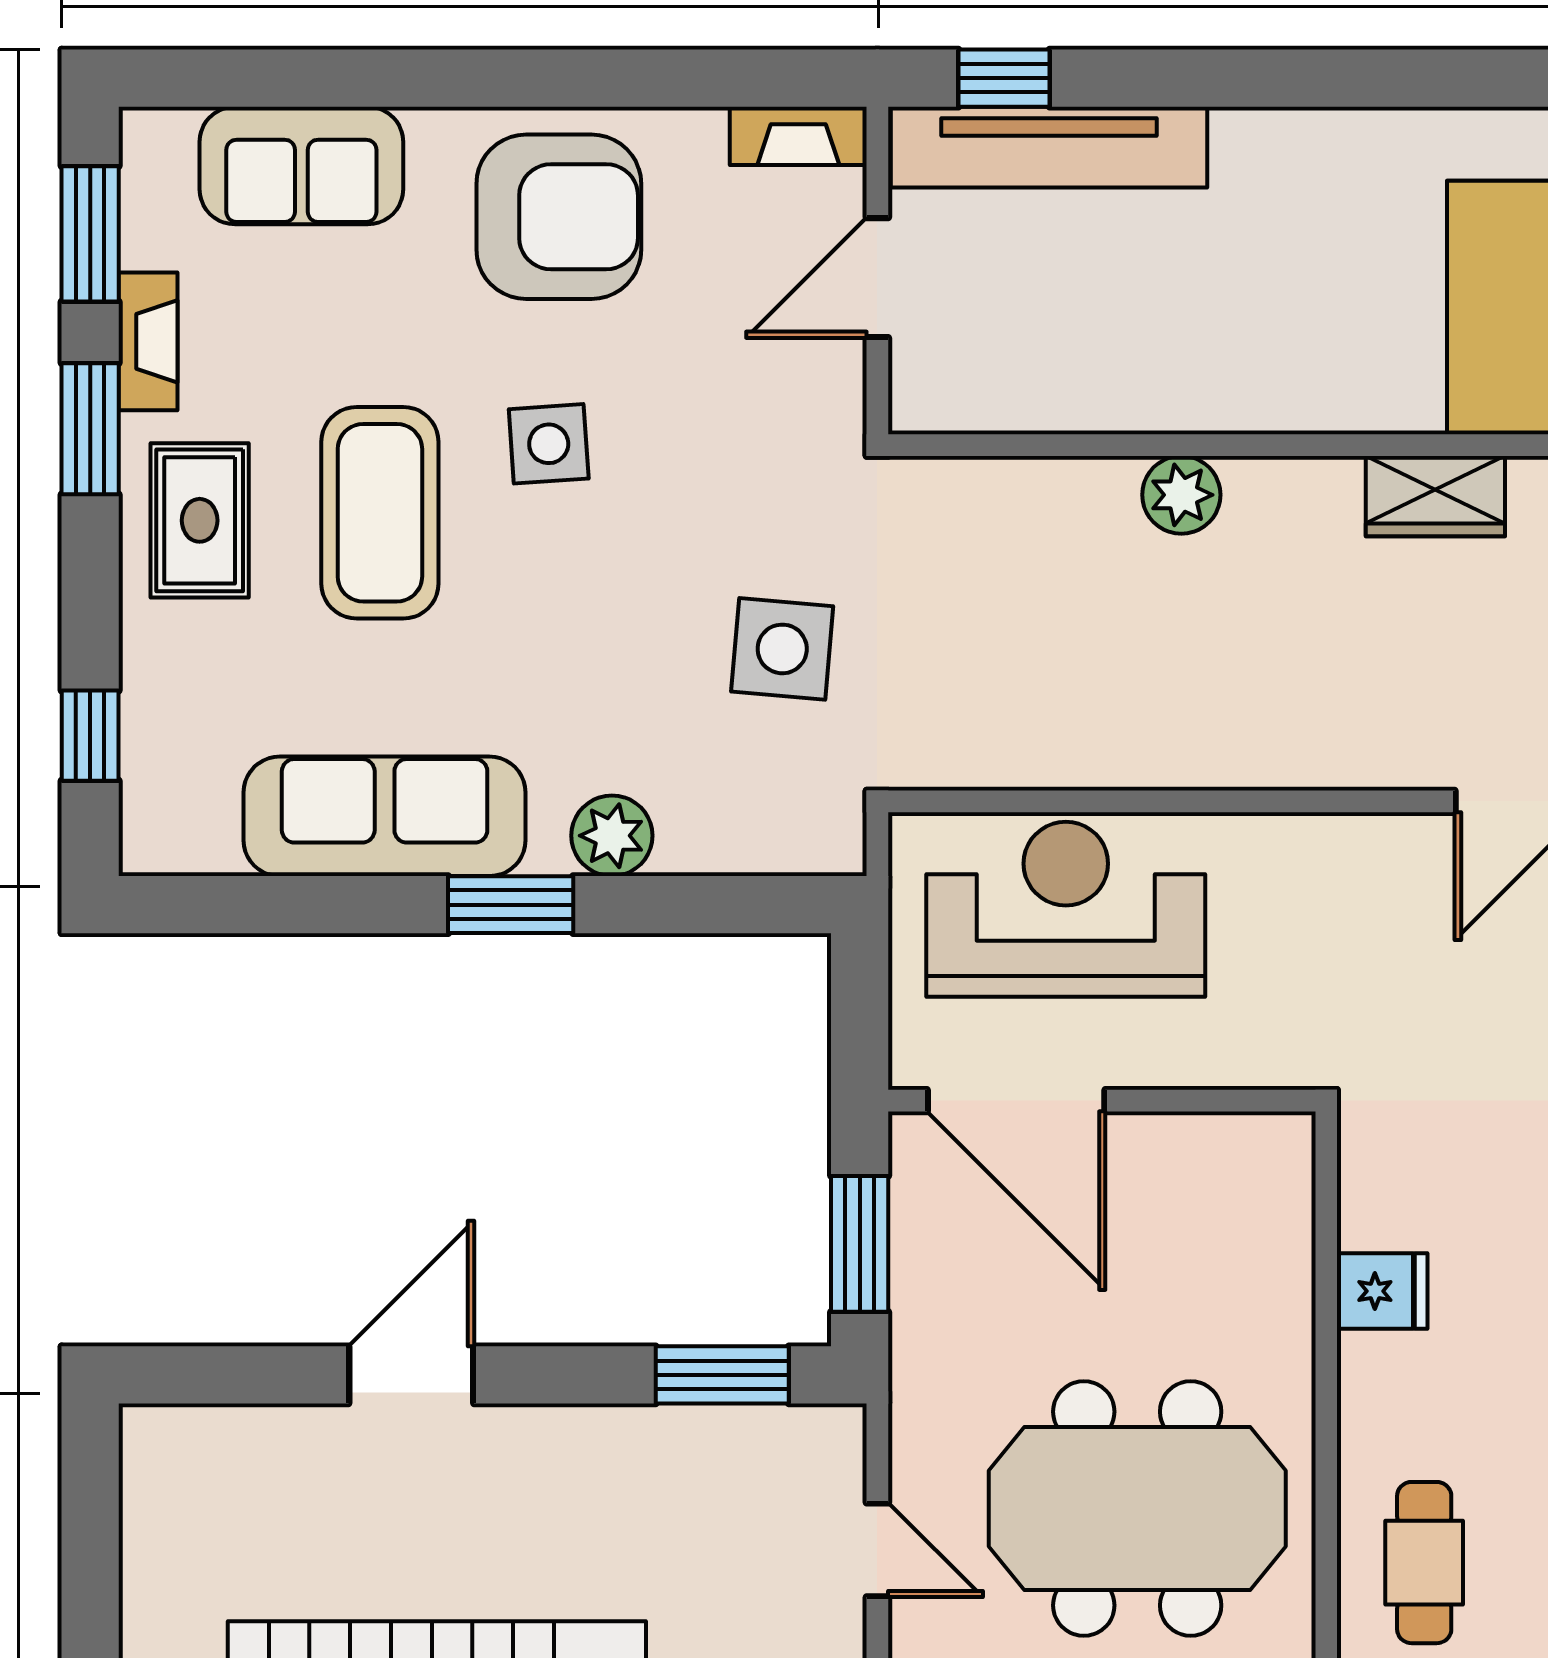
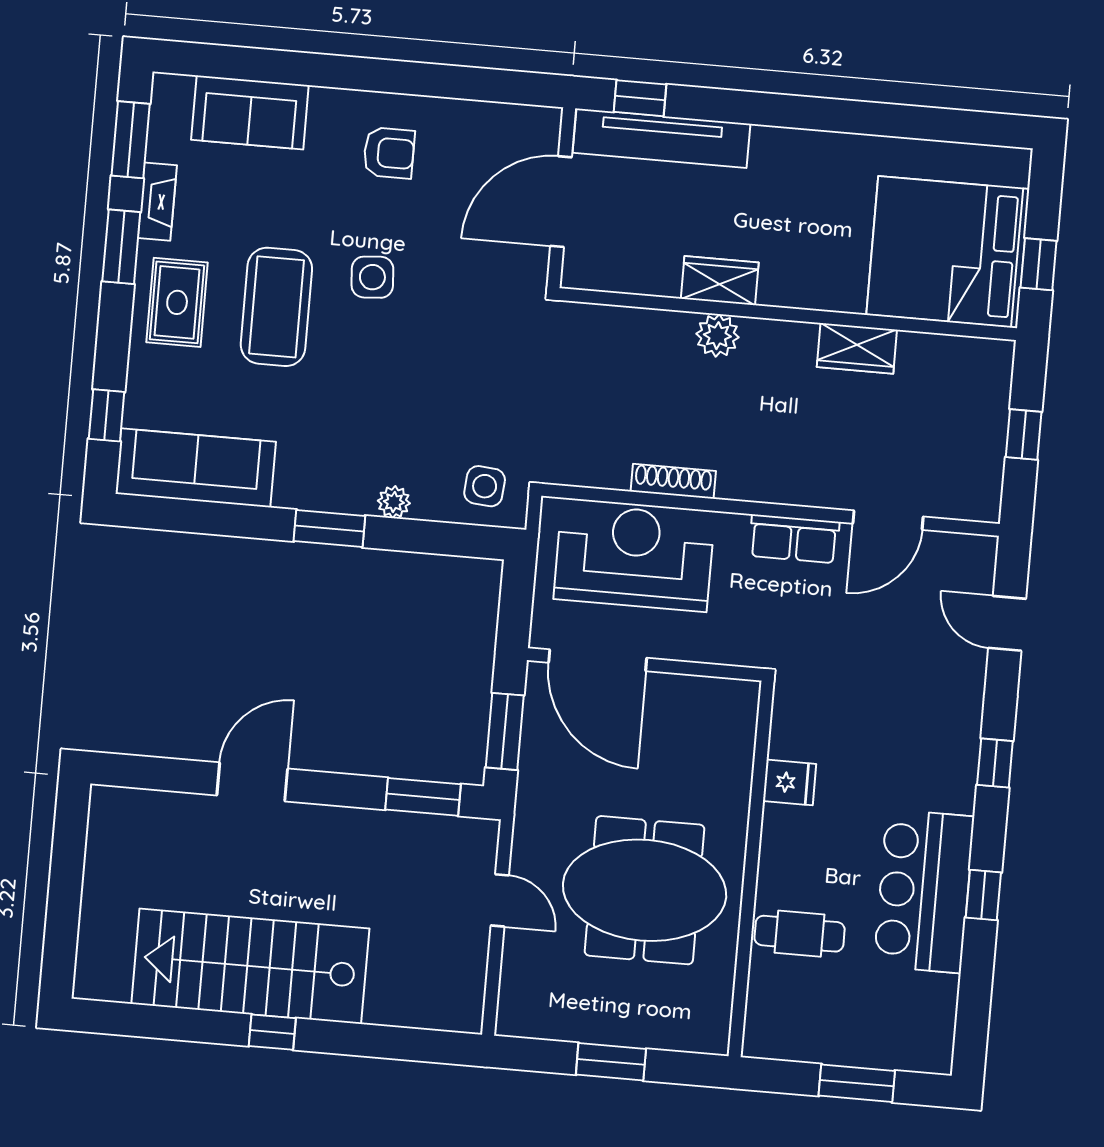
fireplace: (798, 136) -> (524, 120), removed
armchair: (559, 217) -> (389, 153), width x0.53, depth x0.53
door: (877, 278) -> (561, 202), width x1.36
wardrobe: (1177, 395) -> (720, 281), added
side table: (782, 649) -> (485, 486), moved, width x0.73, depth x0.73
shoe rack: (1124, 765) -> (673, 481), added
sofa: (385, 816) -> (196, 468), moved
plant: (612, 836) -> (394, 502), width x0.73, depth x0.73
row of seats: (1352, 850) -> (794, 539), added
cafe table: (1424, 1563) -> (800, 934), turned 90

